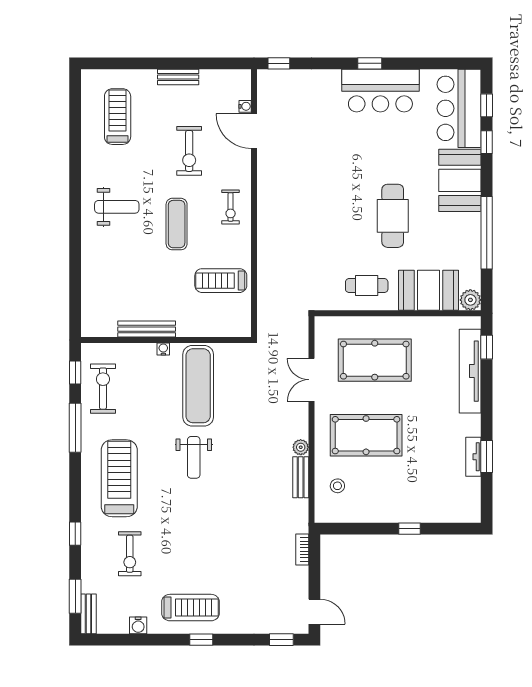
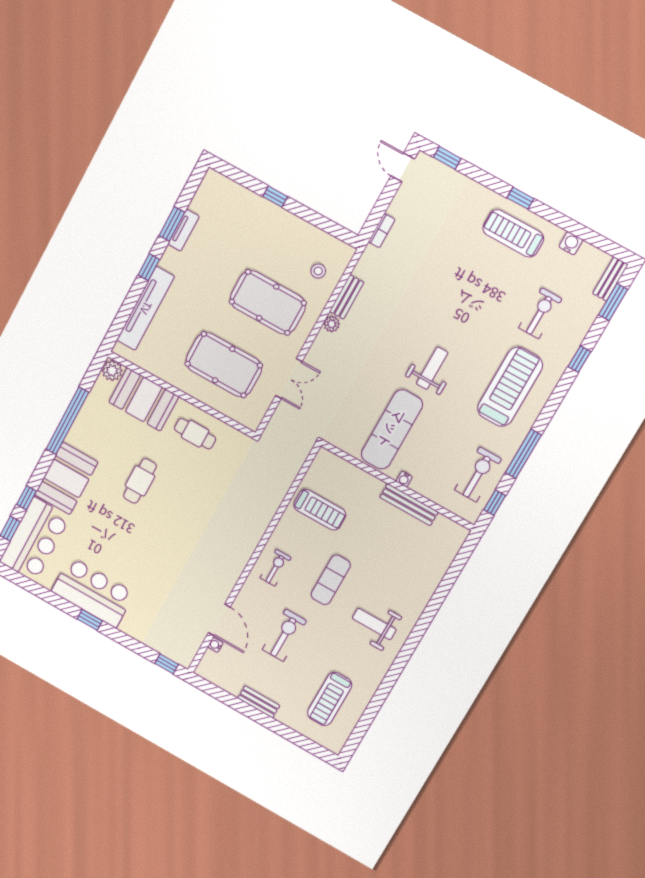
cafe table: (393, 216) -> (140, 481), width x0.73, depth x0.74
window: (487, 347) -> (149, 267), moved
exercise bike: (103, 389) -> (478, 474), turned 180
treadmill: (119, 478) -> (510, 387), turned 180

